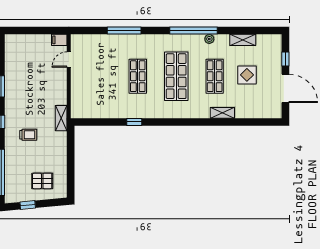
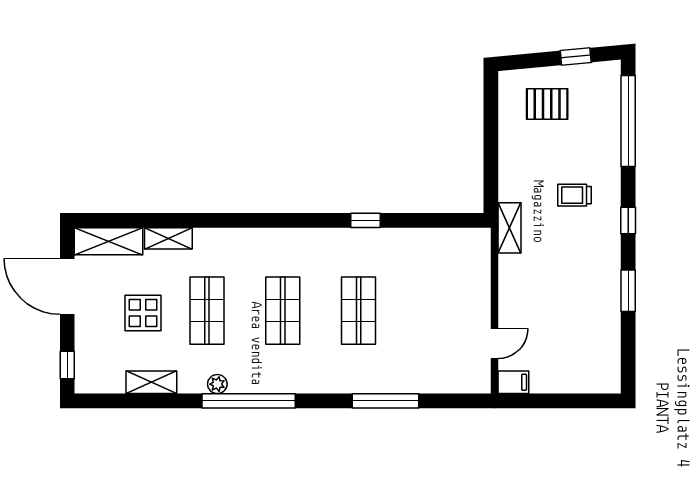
window: (285, 59) -> (67, 365), moved
shop shelf: (176, 76) -> (283, 311), width x0.70, depth x0.74
shelving: (264, 111) -> (109, 241), added
shelving: (222, 113) -> (168, 238), moved

